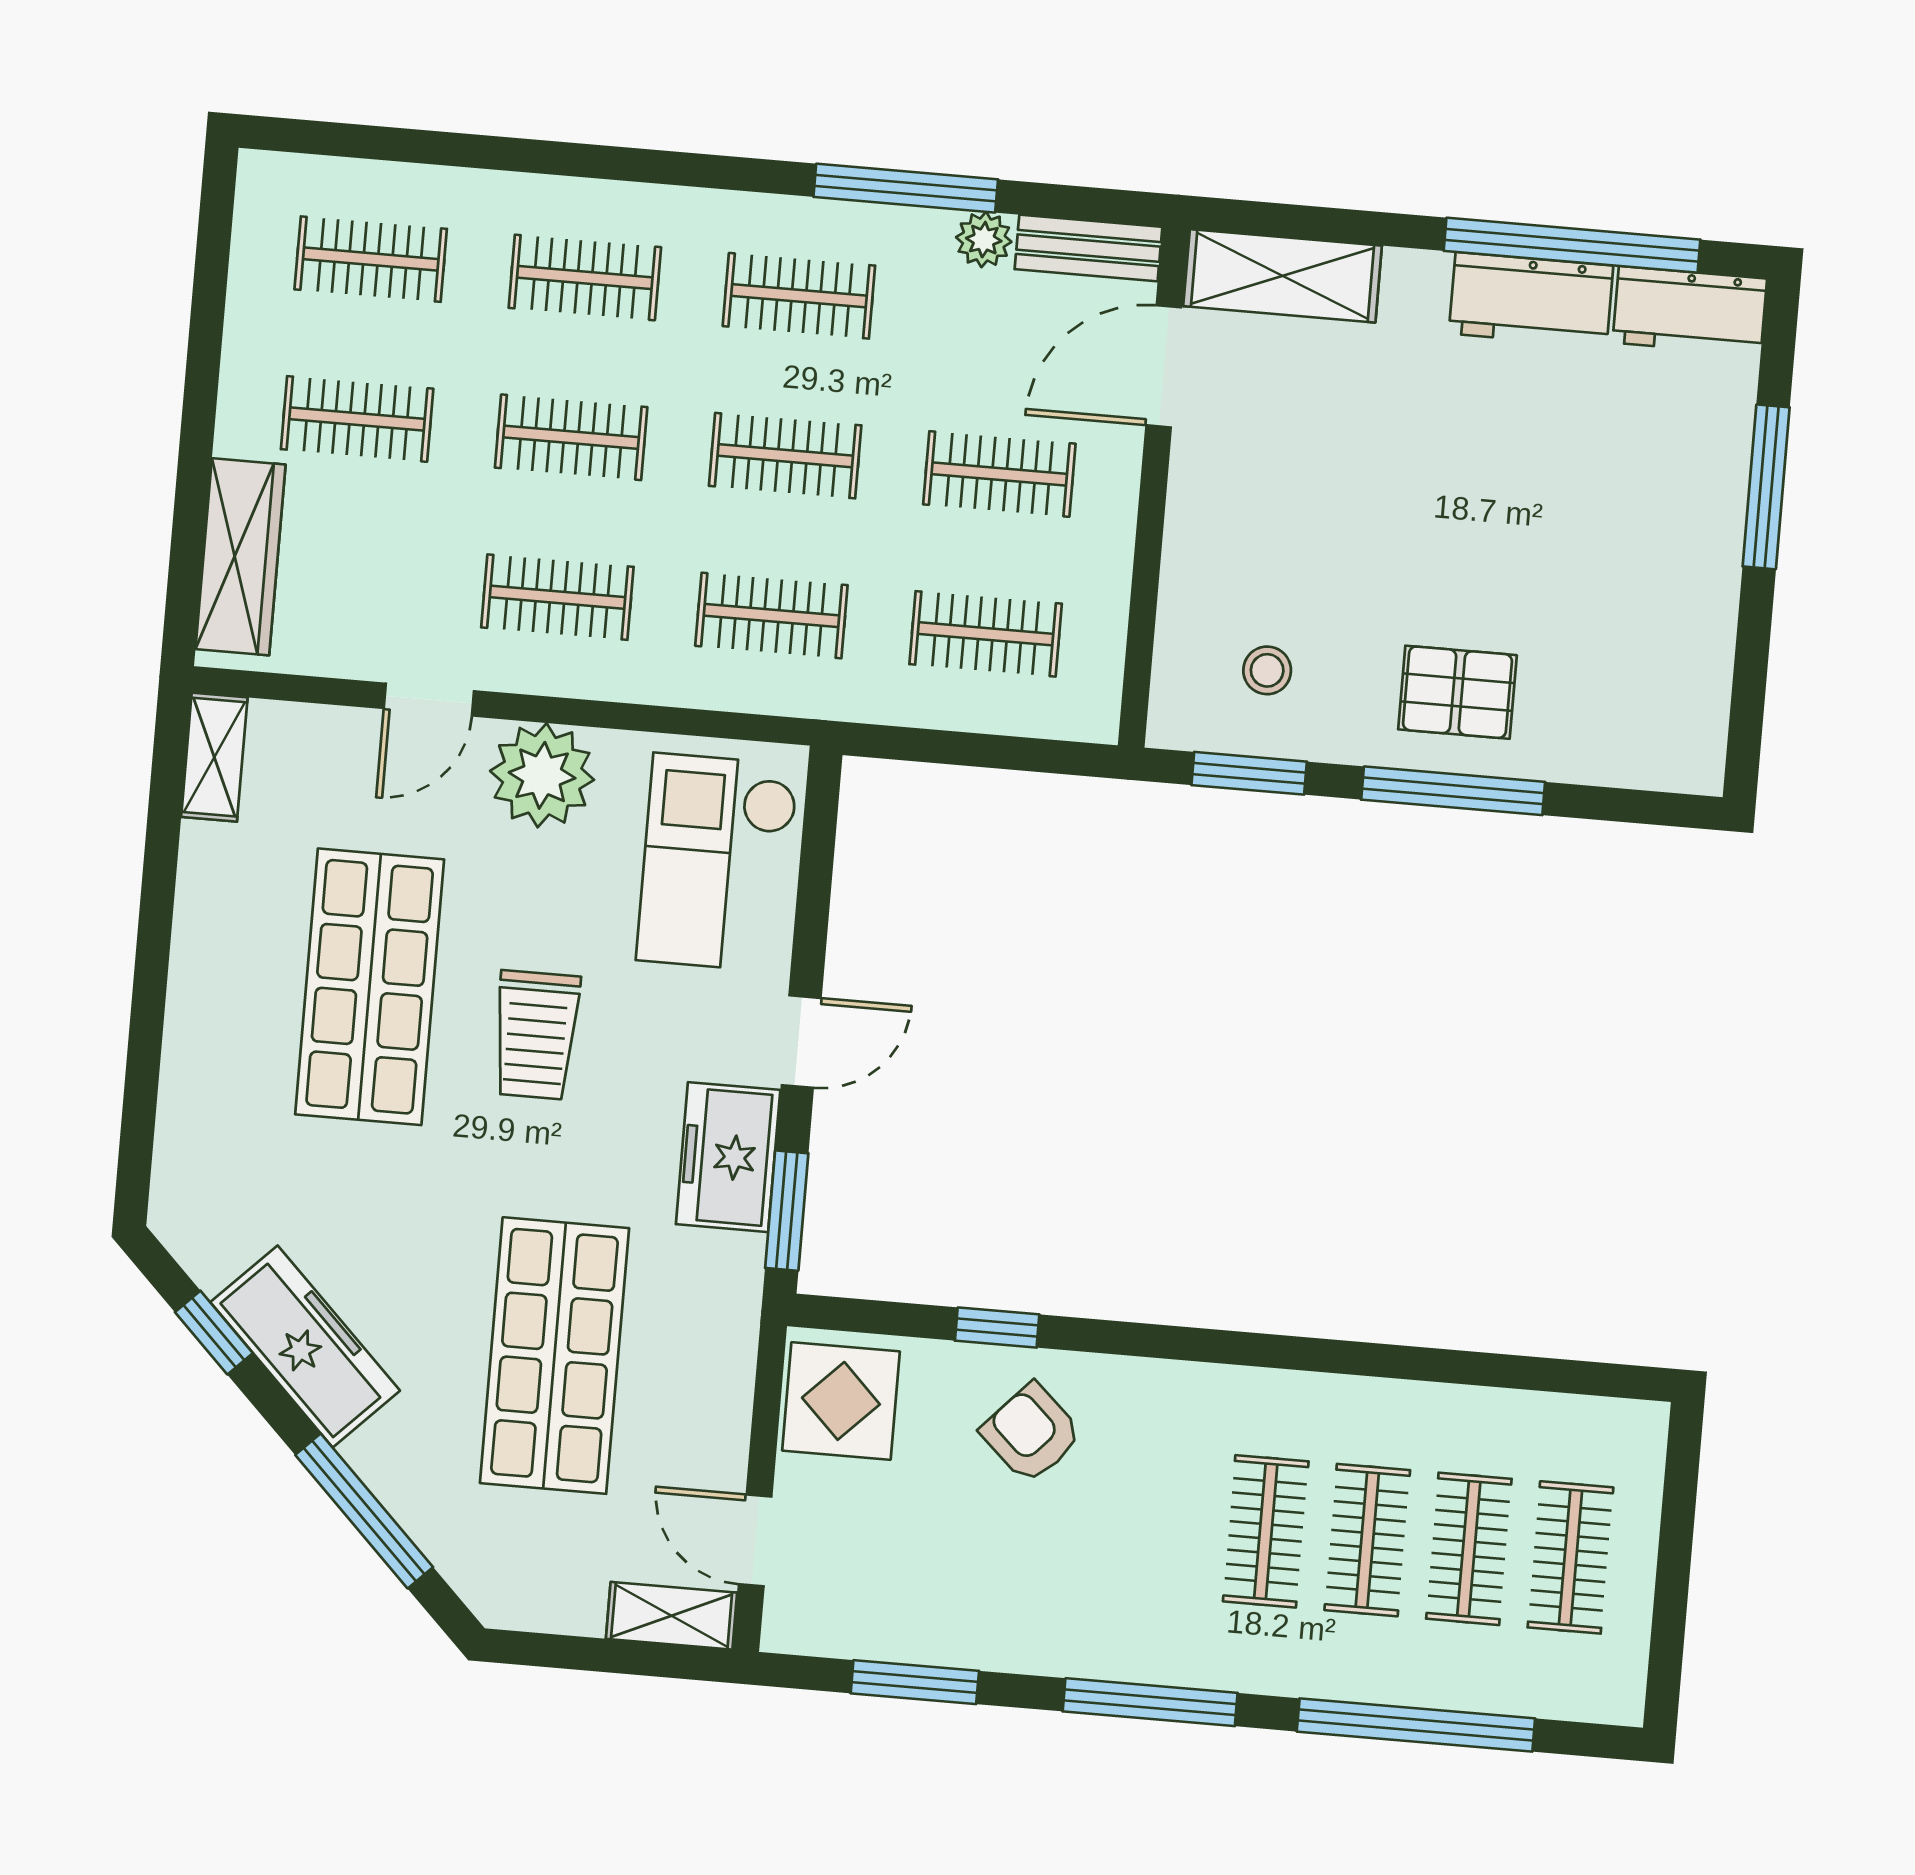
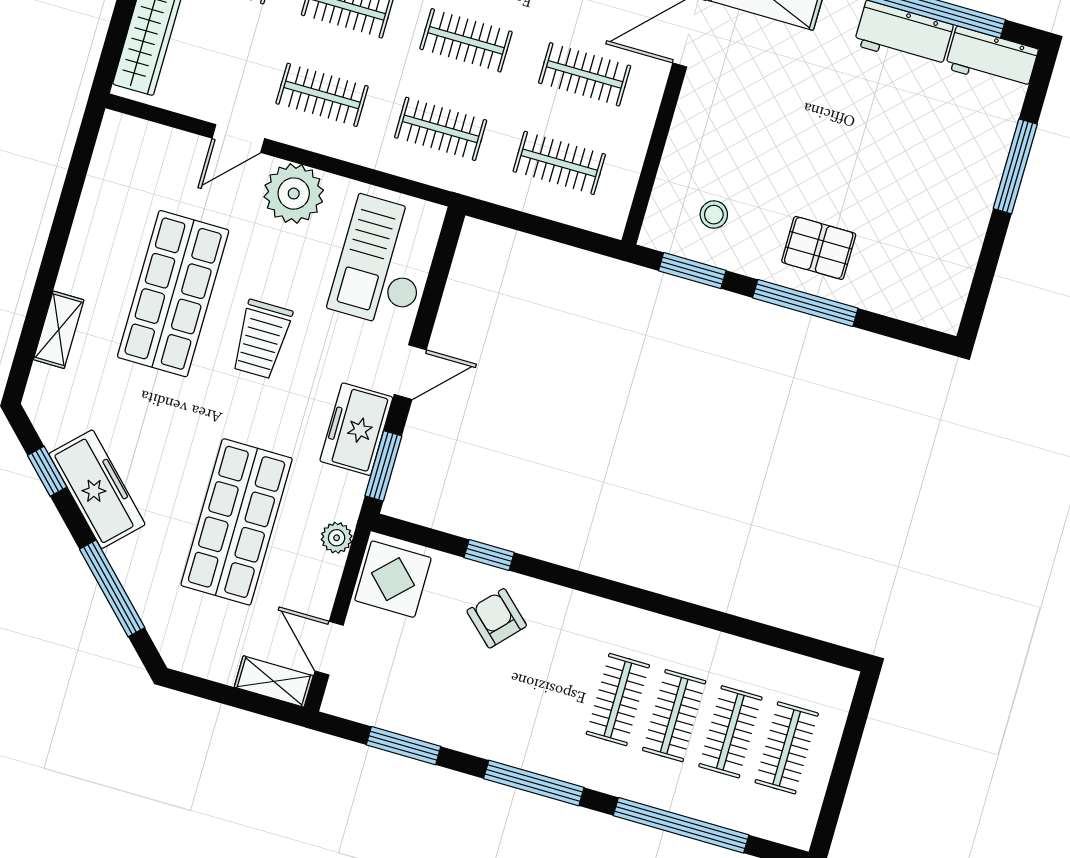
shelving: (214, 757) -> (59, 330), moved
plant: (731, 1349) -> (337, 538), added

